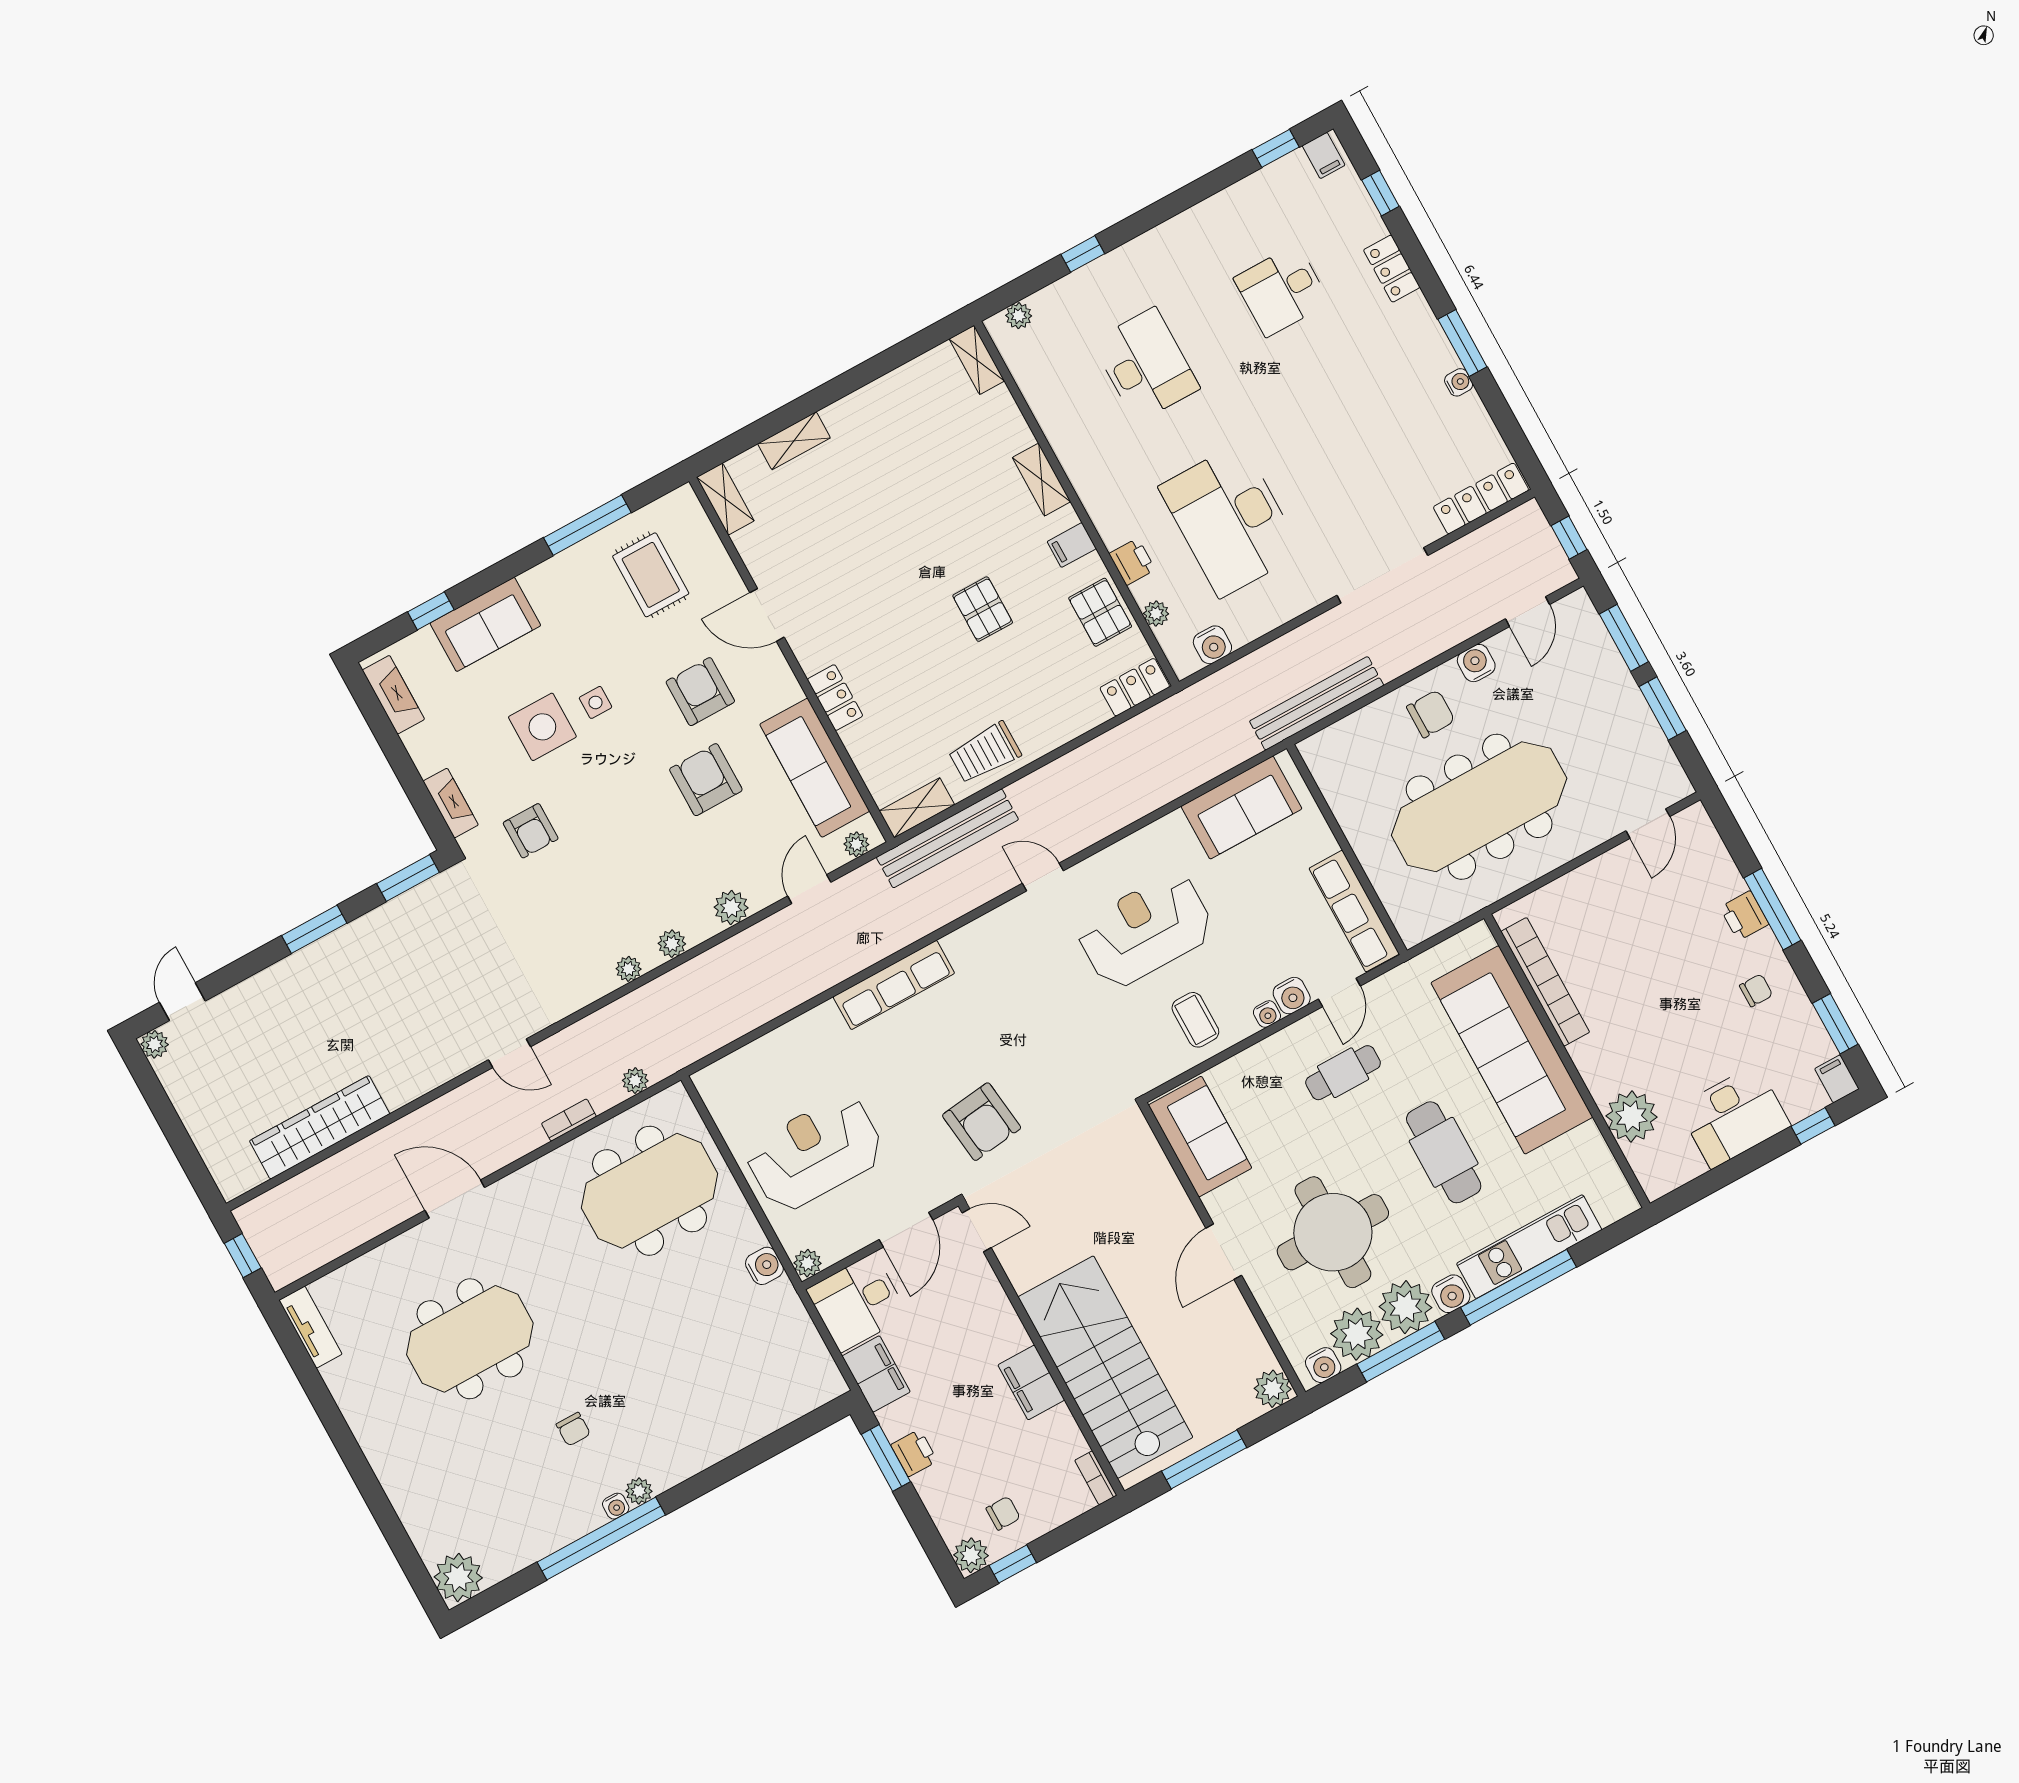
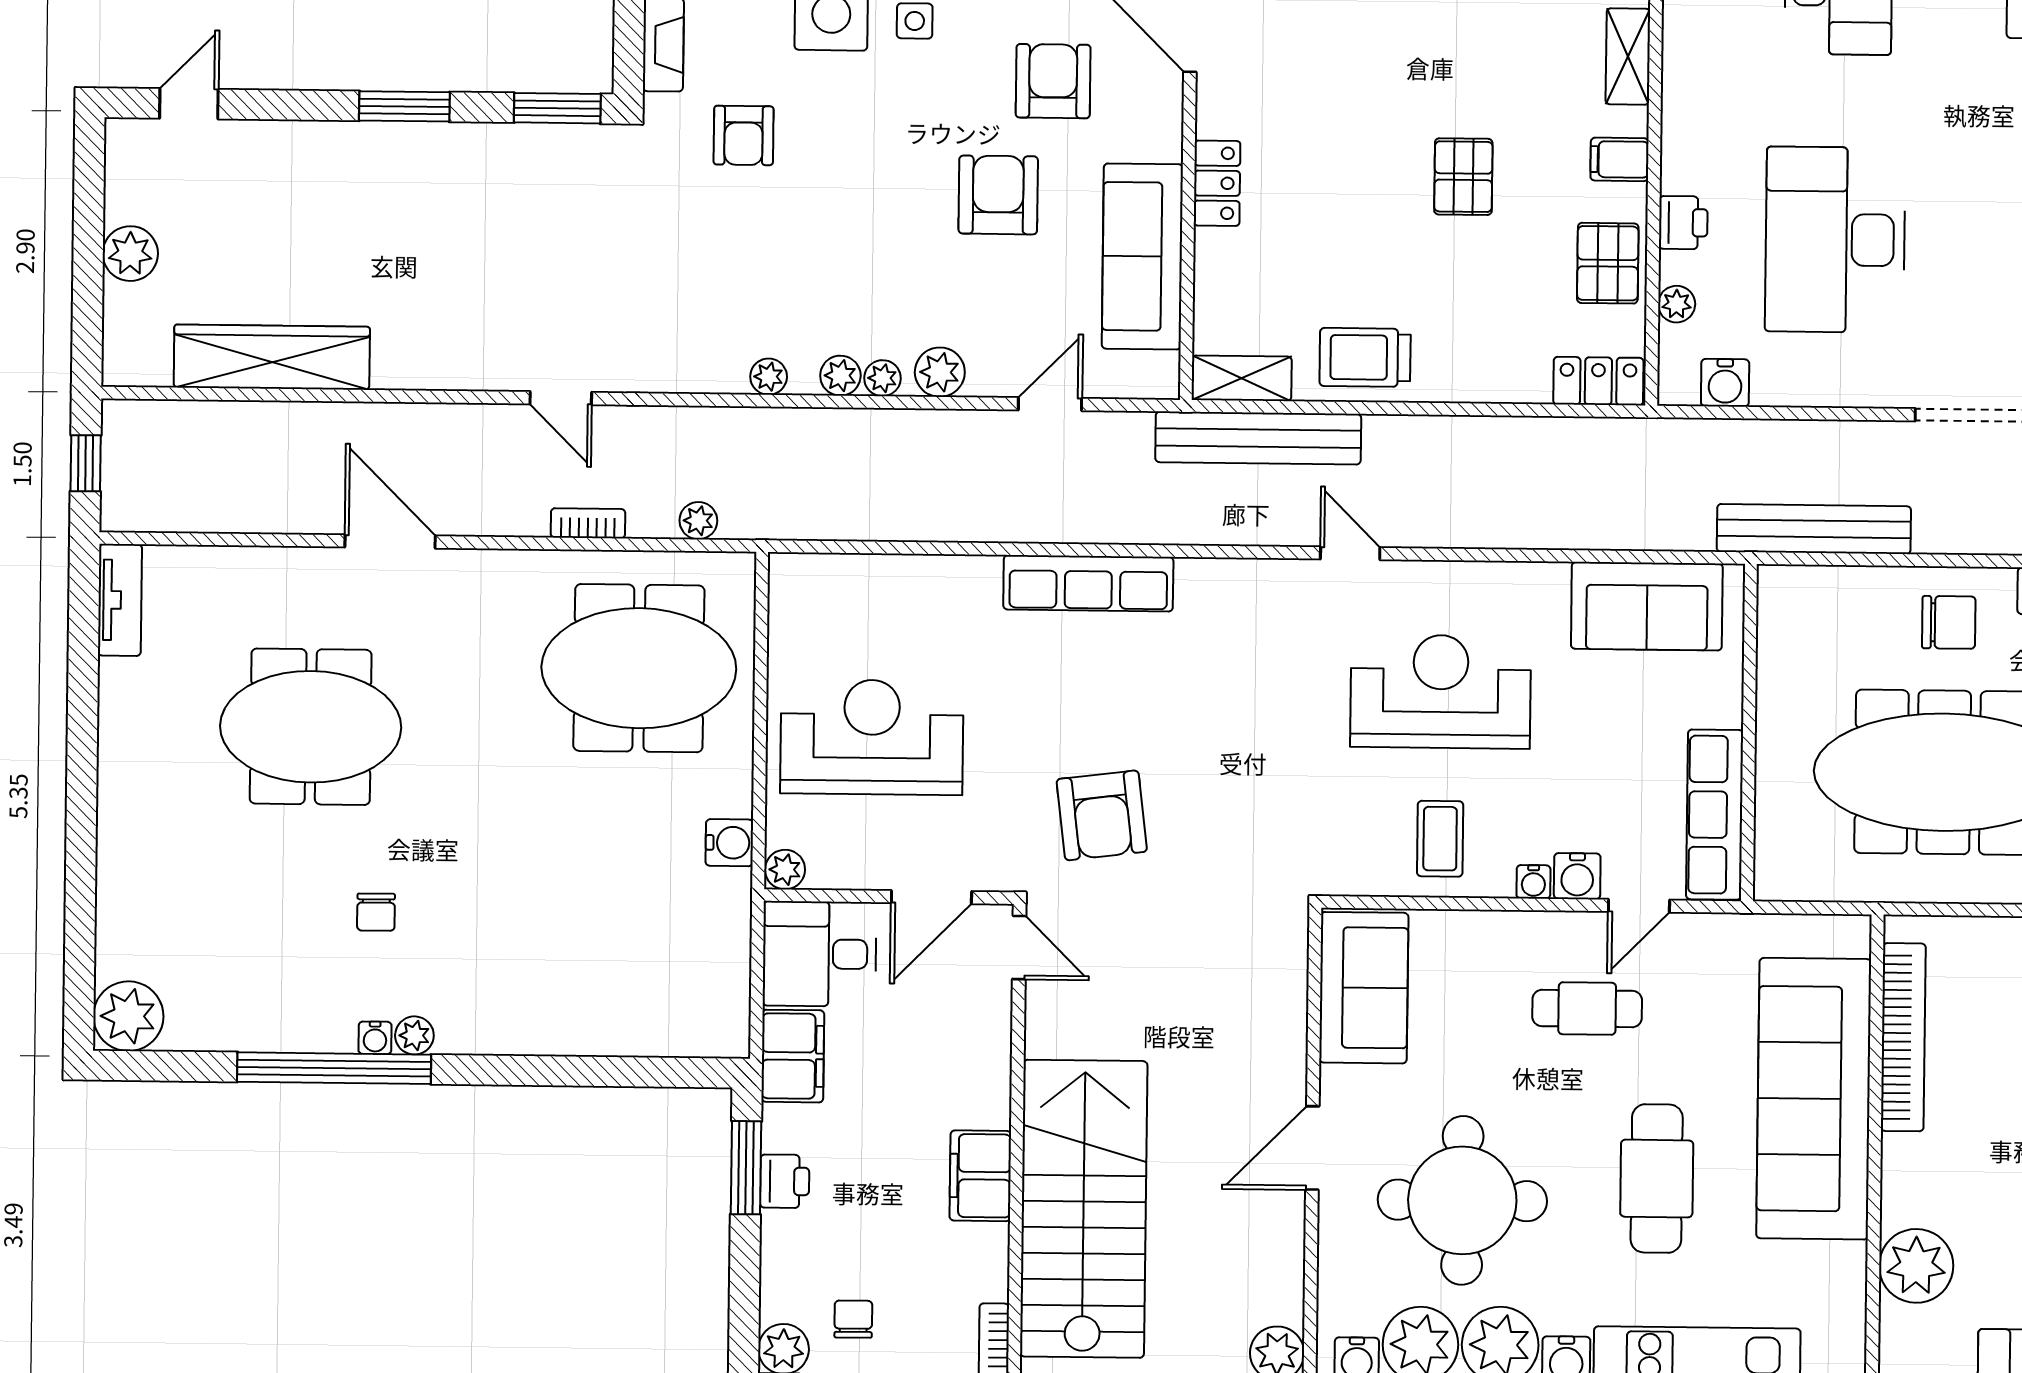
plant: (856, 844) -> (882, 378), moved
plant: (155, 1044) -> (130, 254), moved, width x1.38, depth x1.38
chair: (1003, 1513) -> (853, 1319), turned -90

